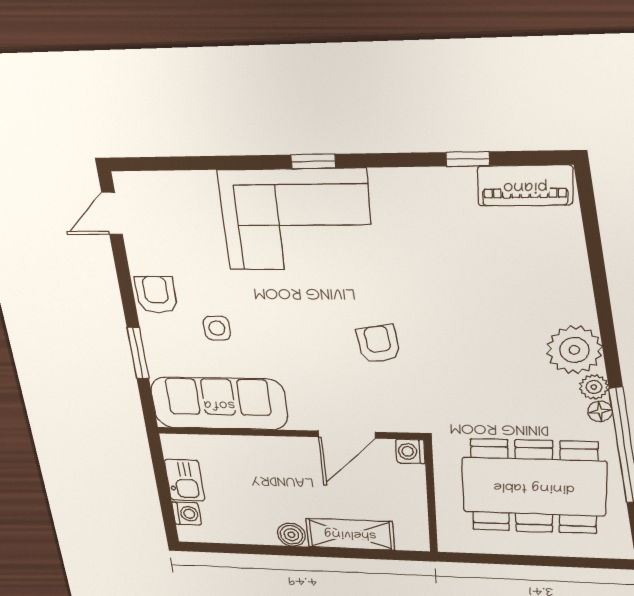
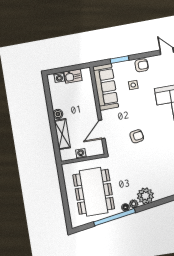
door: (347, 435) -> (102, 129), hinge flipped
washing machine: (410, 451) -> (81, 154), moved

